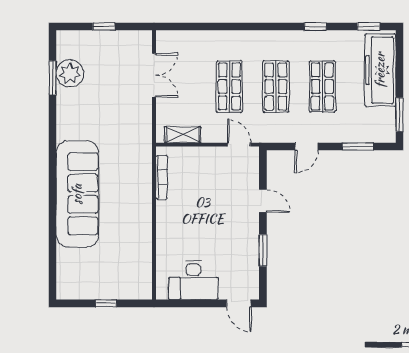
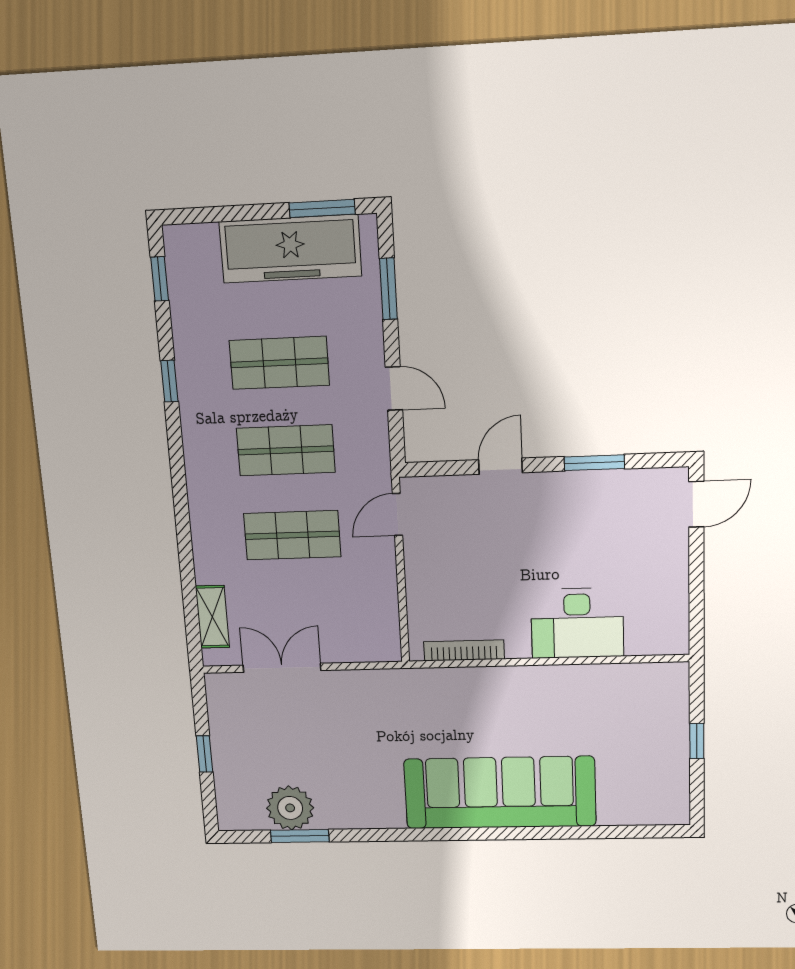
freezer: (380, 70) -> (290, 249), moved
shelving: (183, 135) -> (212, 617), moved
desk: (193, 280) -> (577, 623), moved, turned 90

